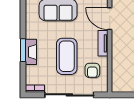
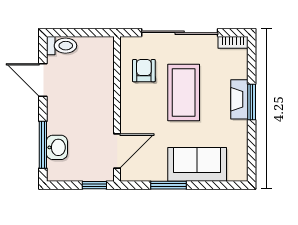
door: (110, 19) -> (117, 151), hinge flipped
tv unit: (103, 43) -> (128, 113), removed

